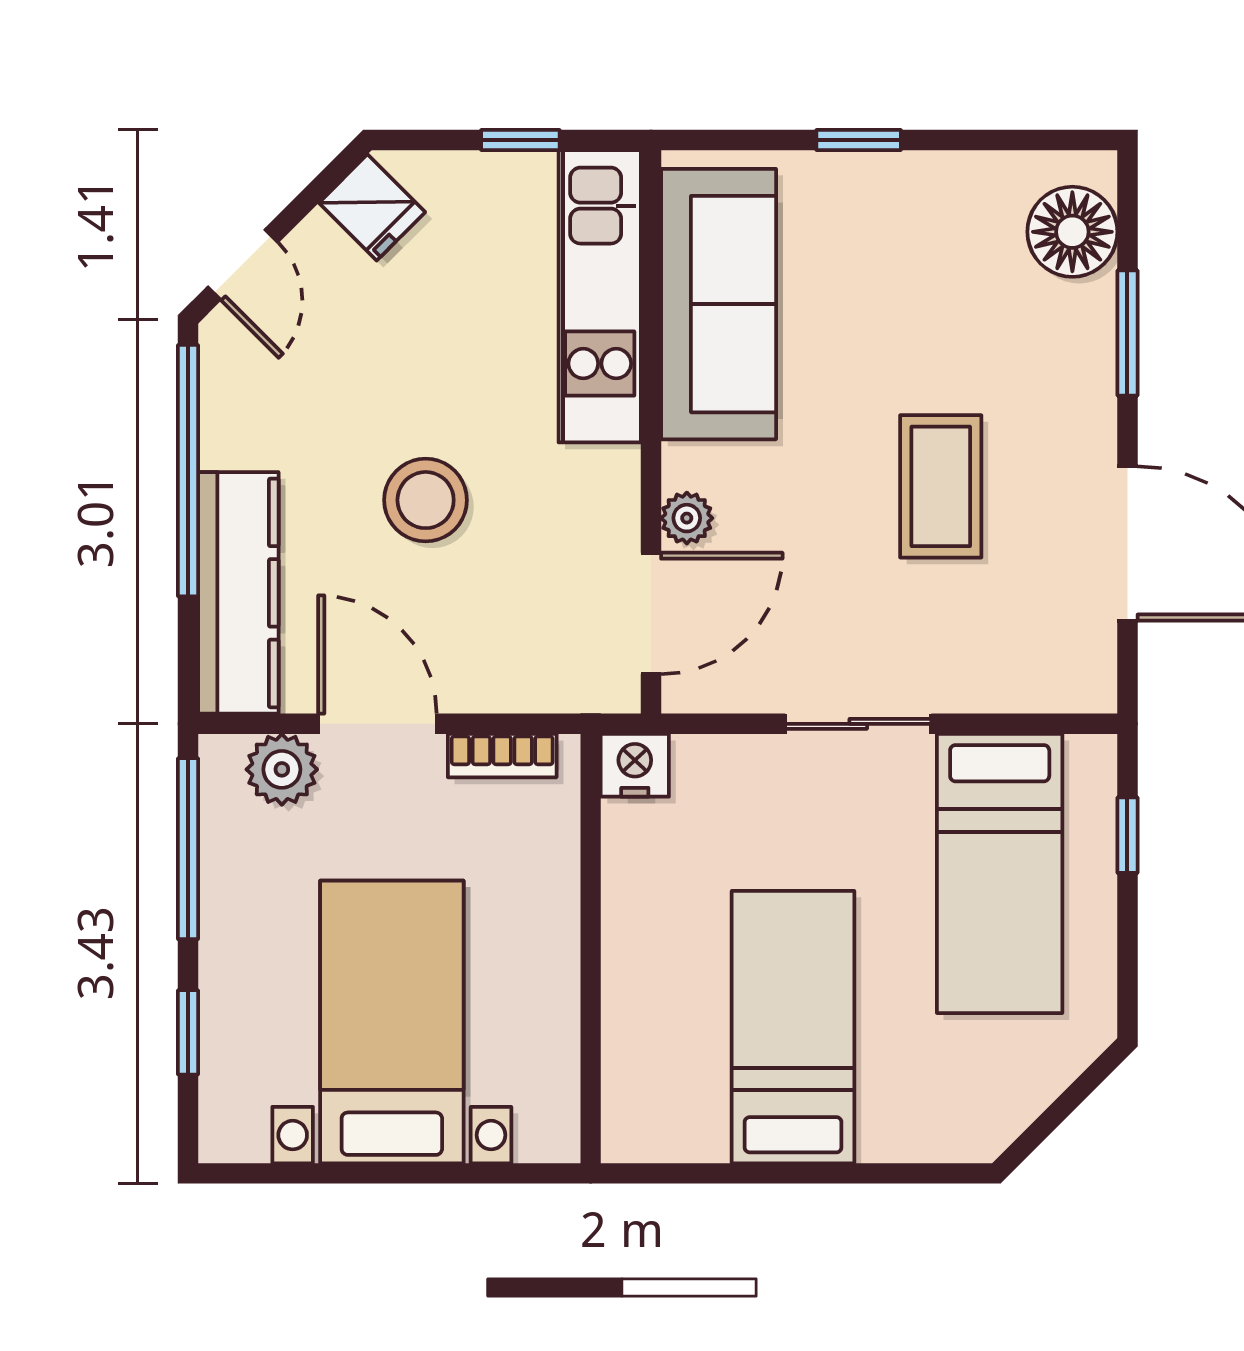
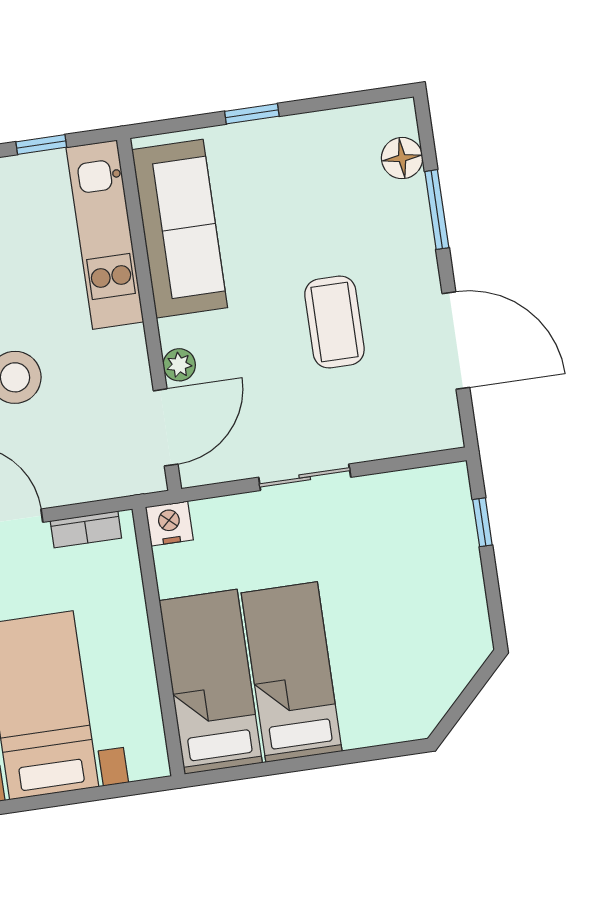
floor lamp: (1072, 232) -> (402, 158), width x0.73, depth x0.73
bed: (1000, 873) -> (211, 682), moved, turned 180

